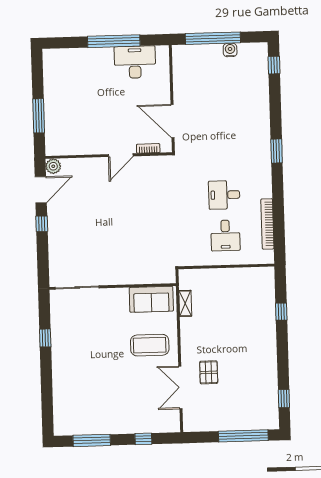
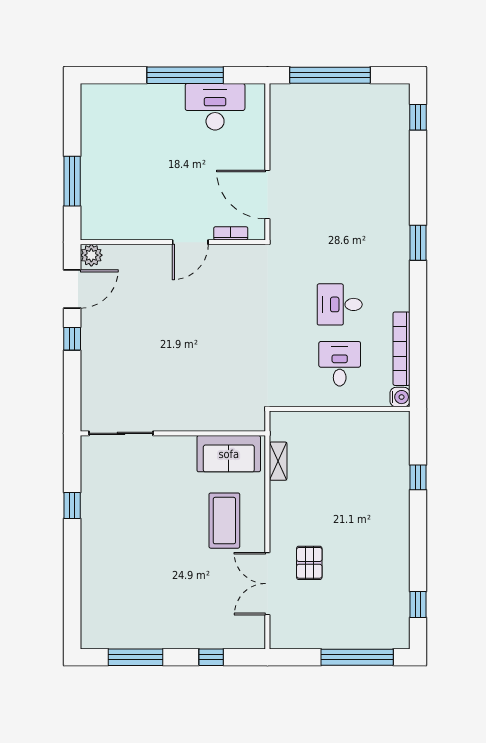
water cooler: (230, 50) -> (400, 397), moved, turned 90
desk: (225, 235) -> (340, 364), turned 180
coffee table: (150, 345) -> (224, 521), turned 90

